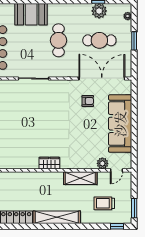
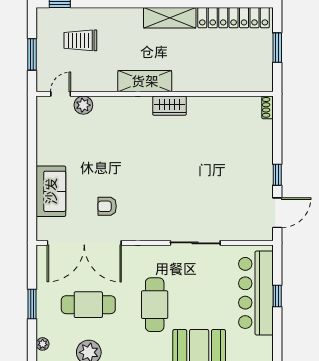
sofa: (120, 124) -> (51, 191), width x0.54, depth x0.79
shelving: (80, 178) -> (145, 81), moved
trolley: (104, 203) -> (80, 40), turned 180
window: (134, 208) -> (32, 54), moved
shelving: (57, 217) -> (170, 18), width x0.68

